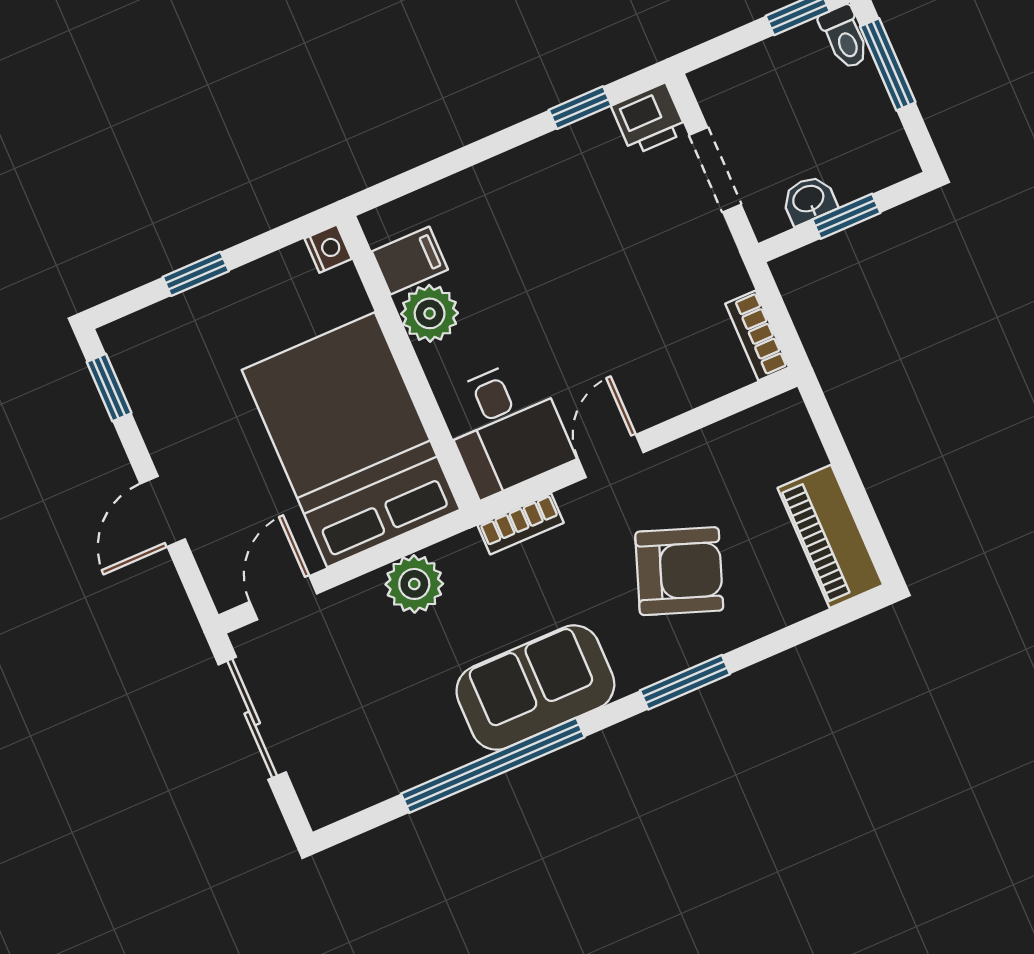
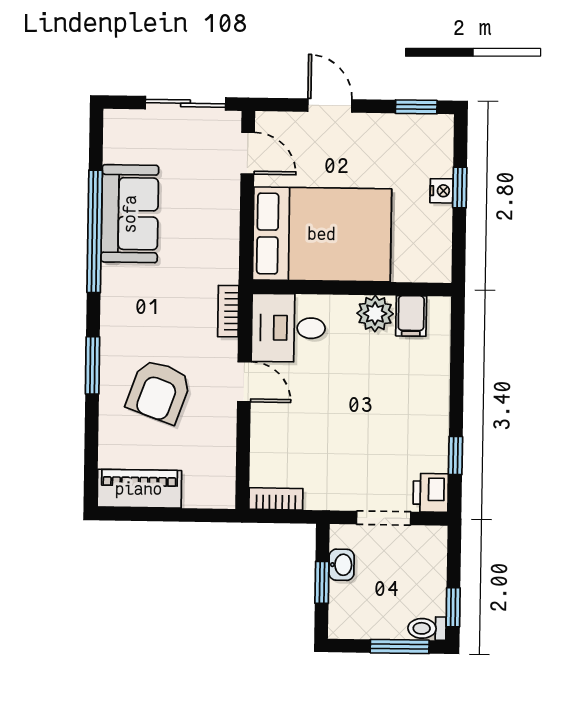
nightstand: (328, 249) -> (442, 191), moved, turned -90
plant: (414, 584) -> (221, 233), removed
sofa: (535, 688) -> (130, 214), moved

